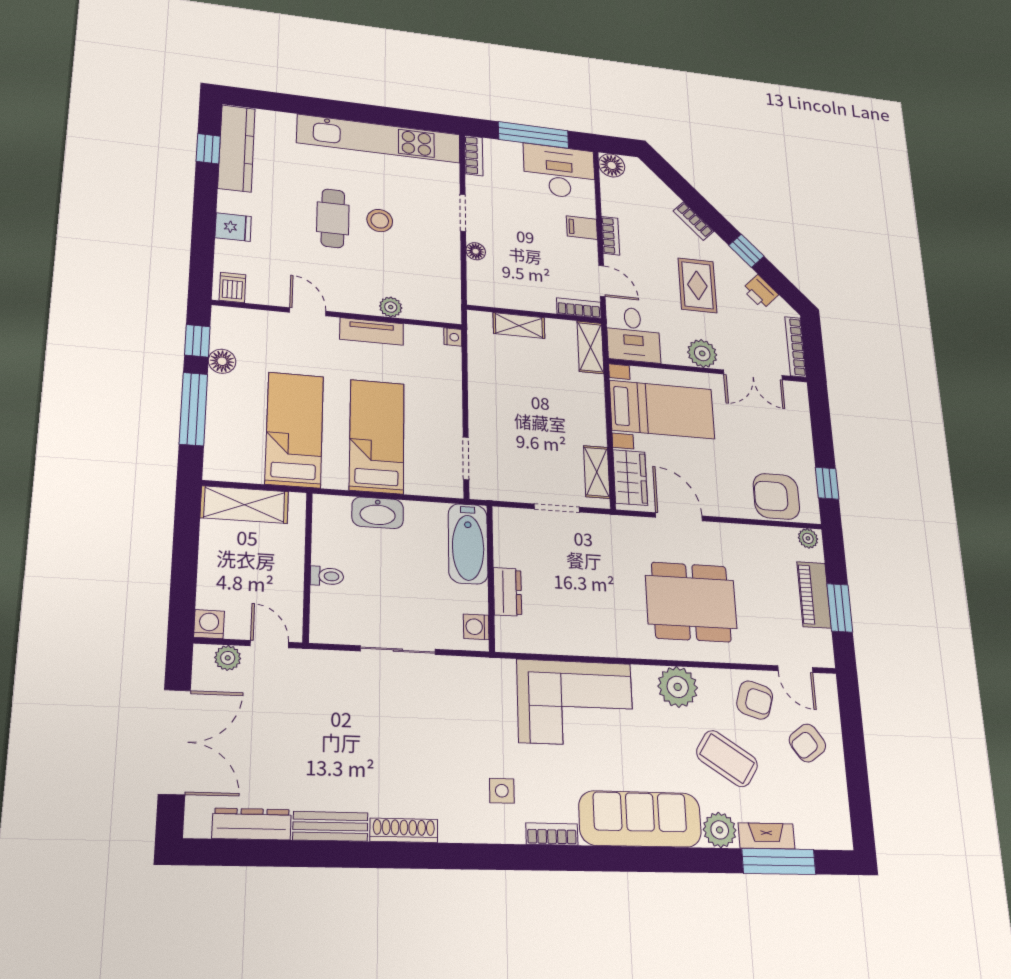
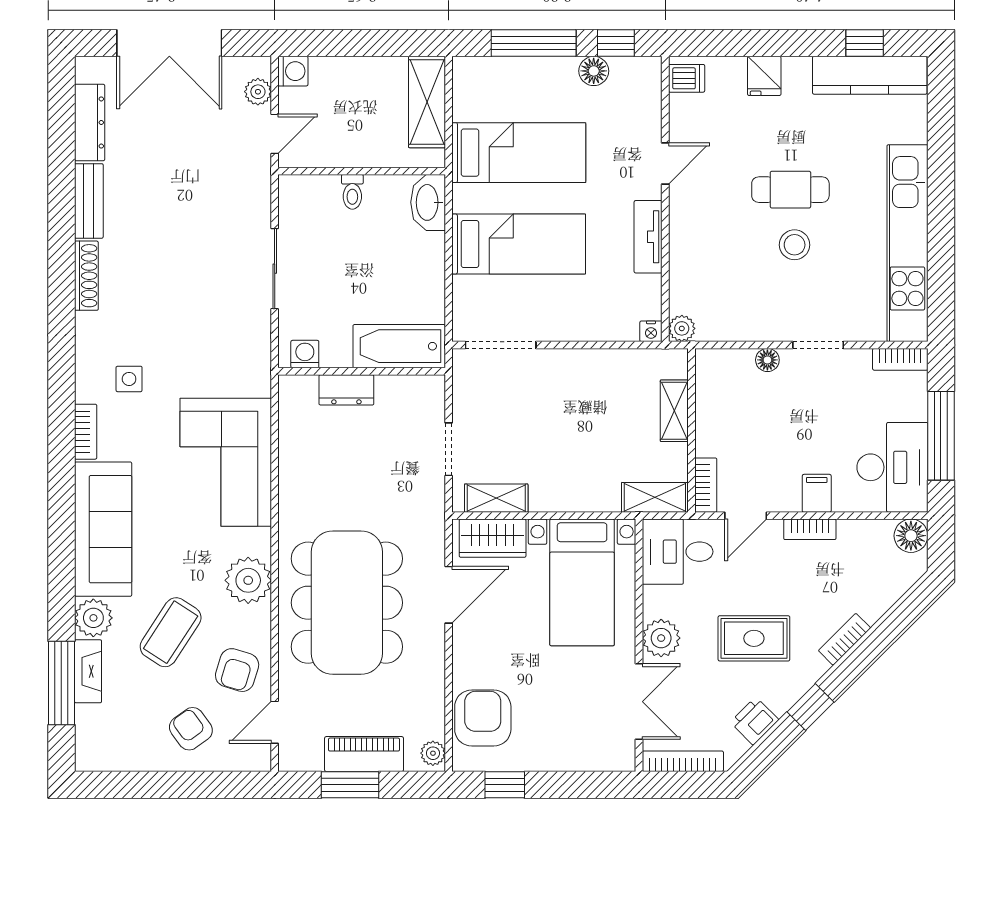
plant: (391, 307) -> (682, 328), moved
double door: (753, 375) -> (639, 702), swing flipped
doorway: (466, 458) -> (501, 345), width x1.38
washbasin: (378, 513) -> (428, 202), moved
dining table: (691, 602) -> (347, 603), width x1.36, depth x1.24

